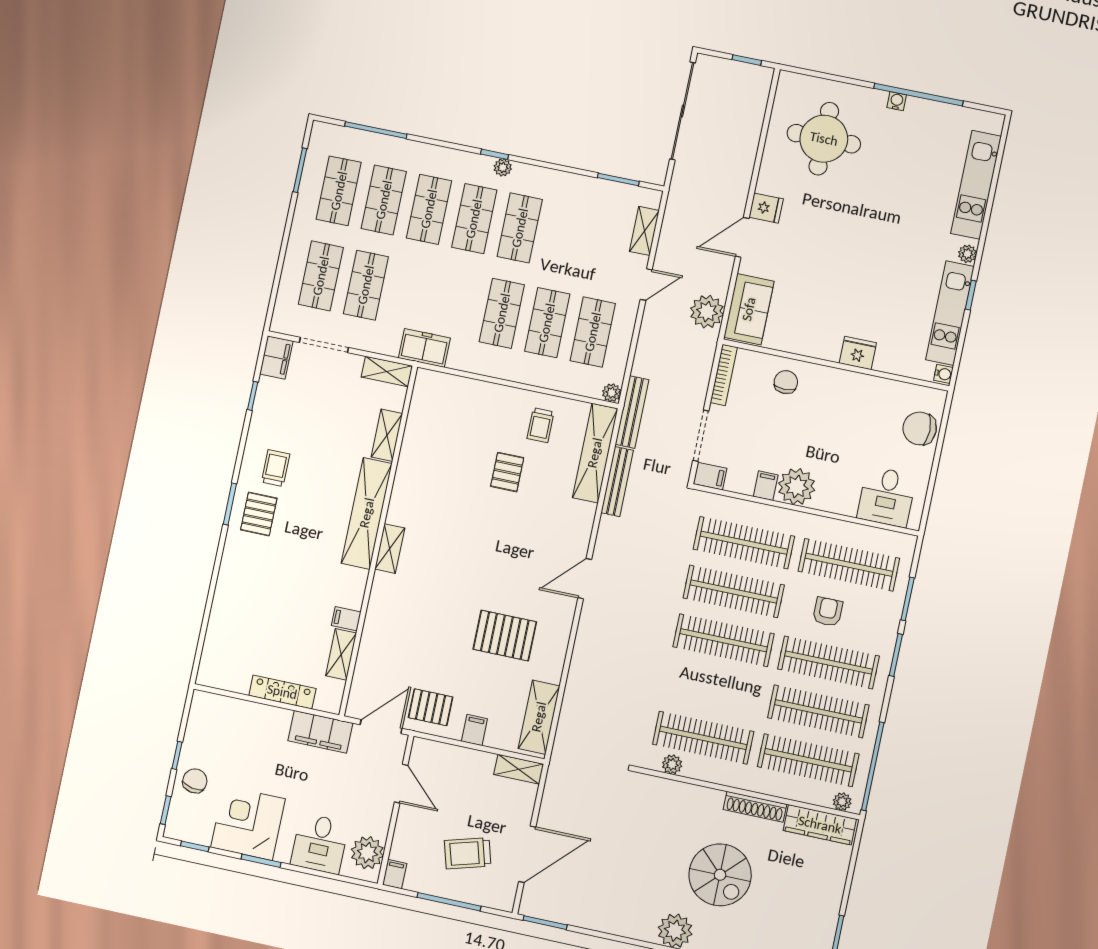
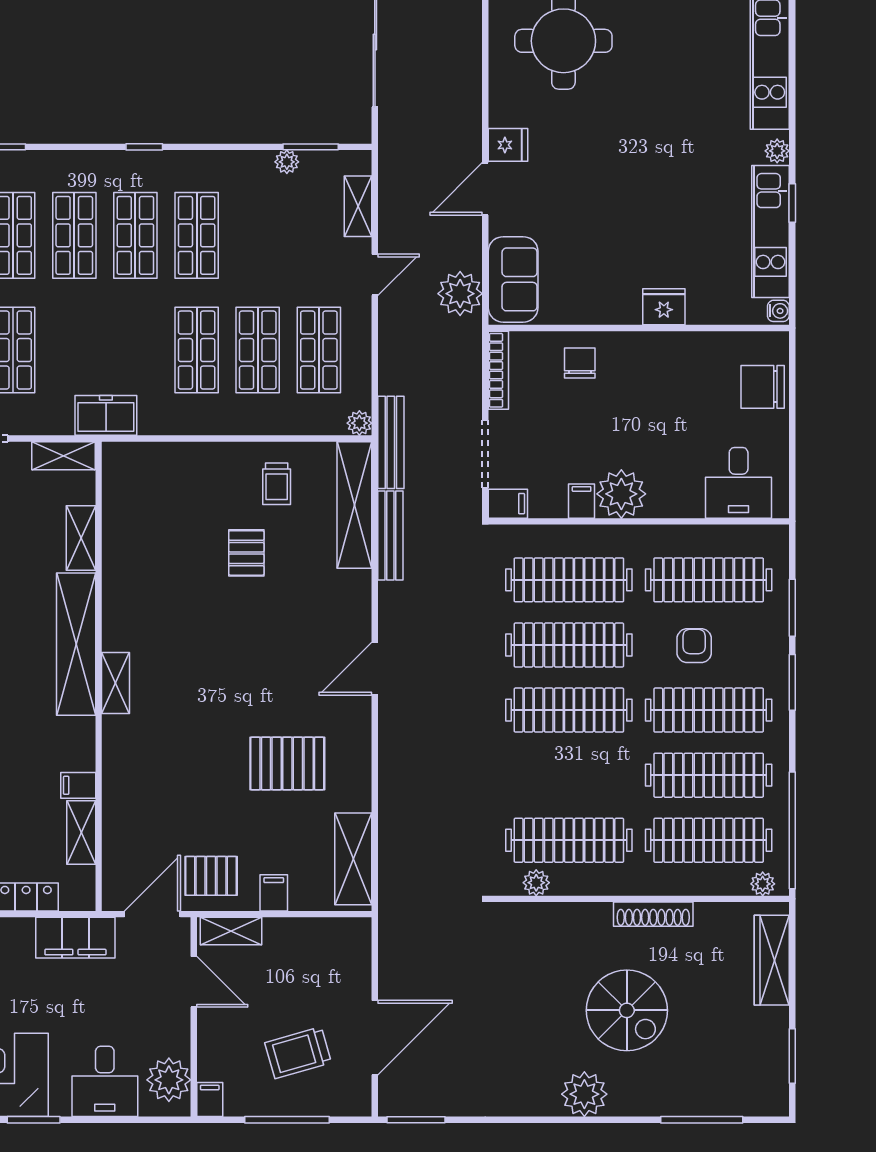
plant: (503, 167) -> (287, 162), moved
shelving: (519, 769) -> (231, 931), moved
wardrobe: (820, 825) -> (772, 960), moved, turned 90

